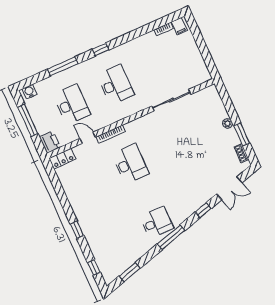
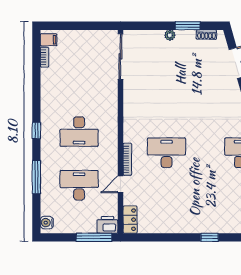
desk: (116, 85) -> (79, 132), turned 180
sliding door: (171, 100) -> (120, 56), moved
window: (28, 120) -> (94, 237), moved

